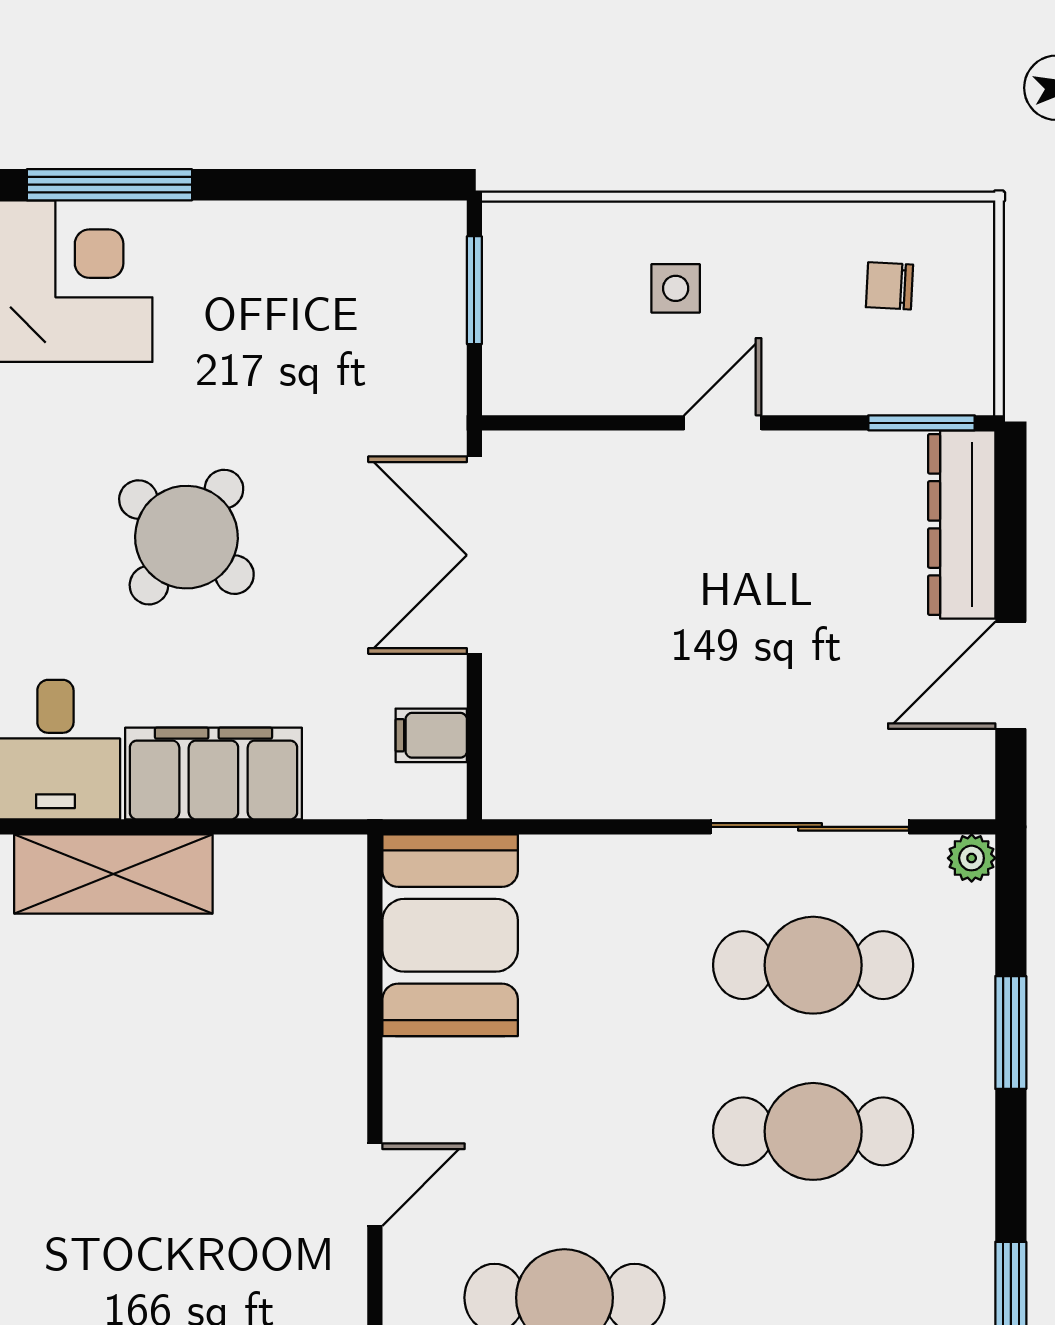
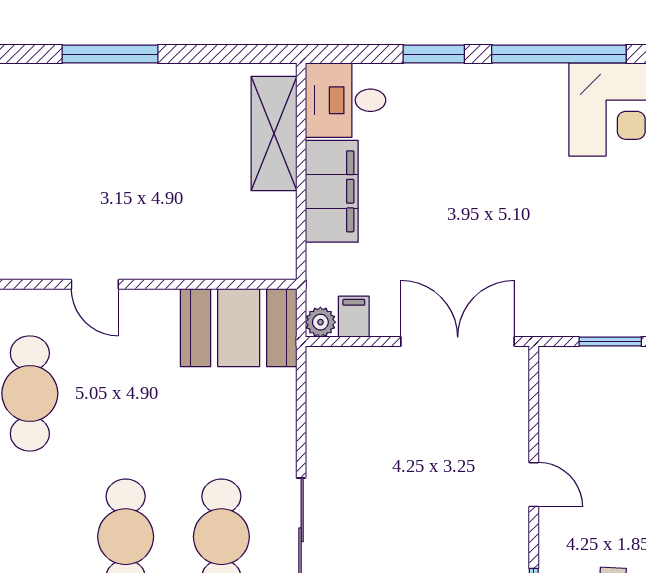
side table: (676, 288) -> (611, 457), removed
round table: (186, 537) -> (468, 176), removed
plant: (441, 793) -> (320, 322), added

